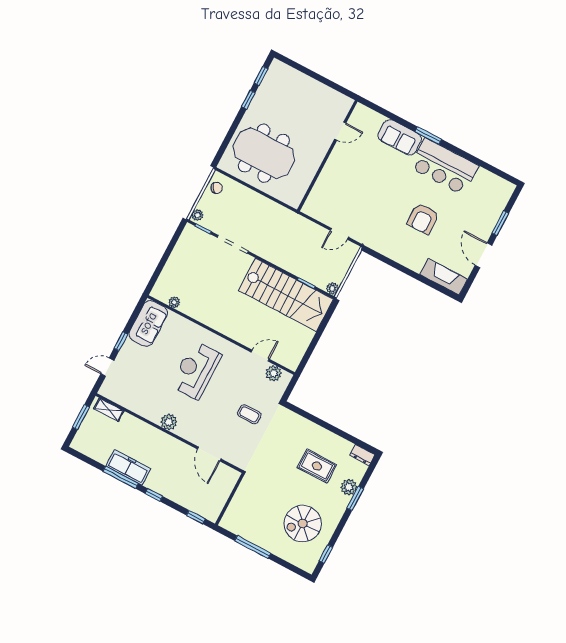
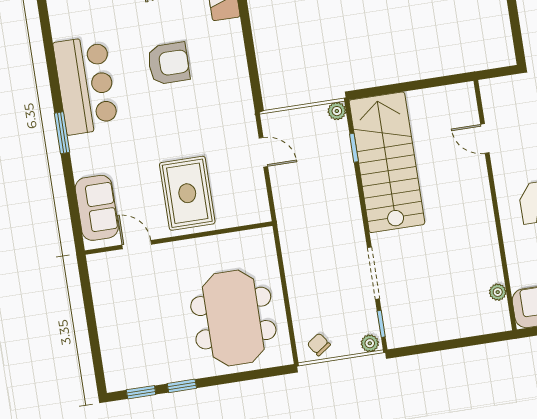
sofa: (400, 137) -> (97, 208), moved
rug: (348, 178) -> (187, 193), added
plant: (274, 373) -> (494, 106), removed

